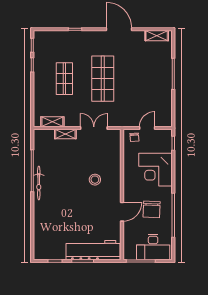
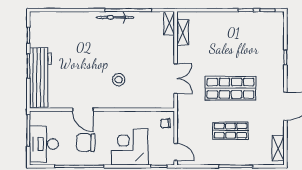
shop shelf: (64, 79) -> (231, 131), moved
door: (147, 128) -> (176, 152), moved
shelving: (65, 134) -> (169, 23), moved

